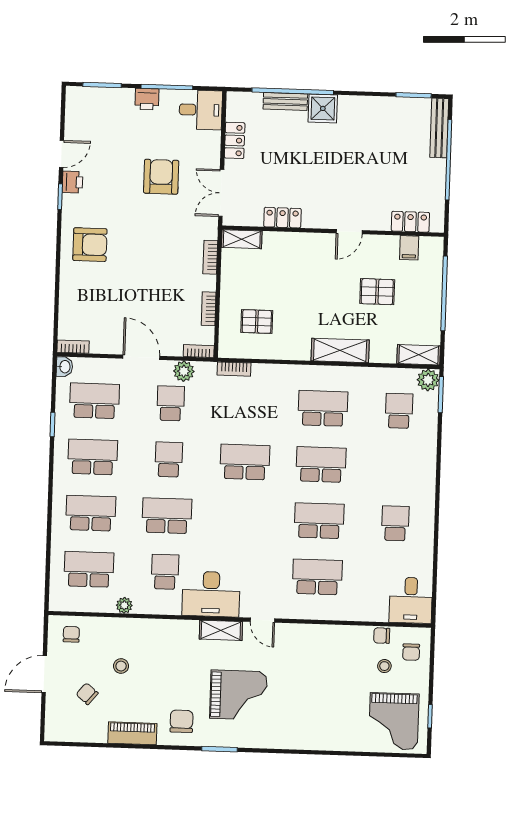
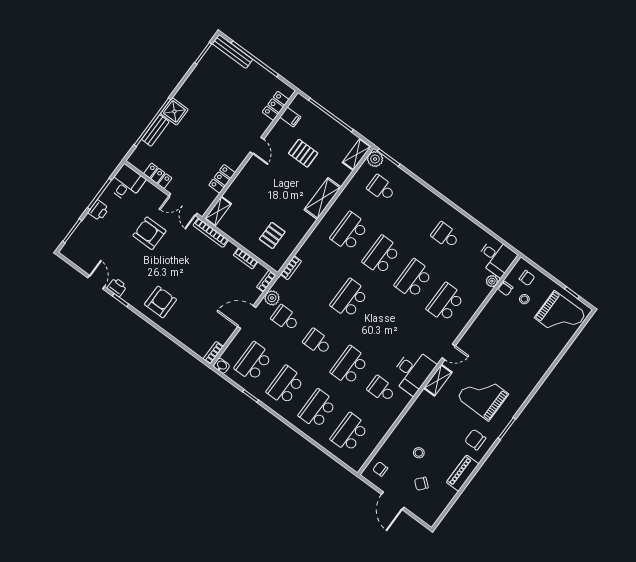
bookcase: (210, 257) -> (211, 233), width x1.56
pallet: (377, 292) -> (303, 153), turned 90
plant: (124, 605) -> (492, 281), moved
grand piano: (238, 695) -> (483, 396), turned -90

